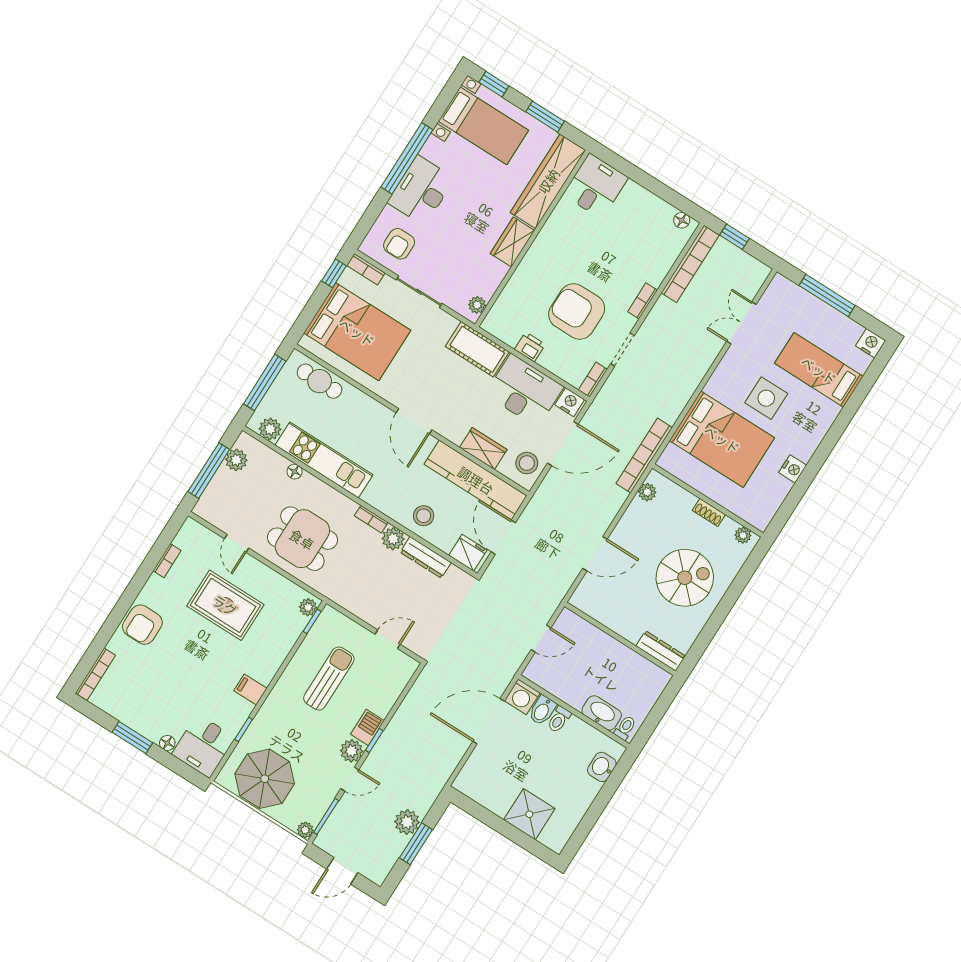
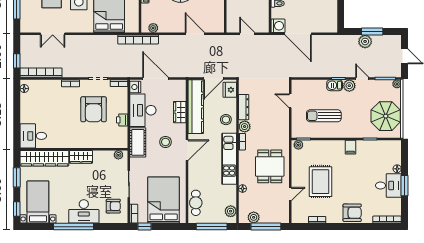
kitchen unit: (324, 460) -> (229, 159), moved
stool: (527, 463) -> (165, 142), moved
bidet: (542, 710) -> (278, 13), removed
desk: (204, 746) -> (388, 185), moved

